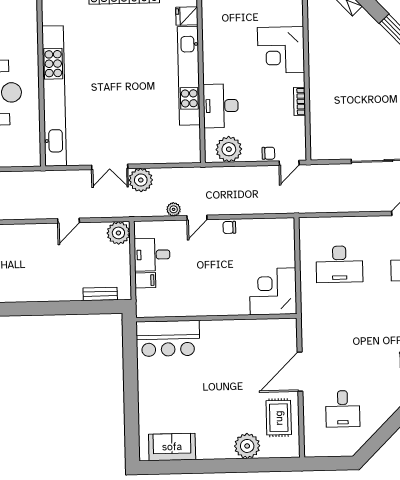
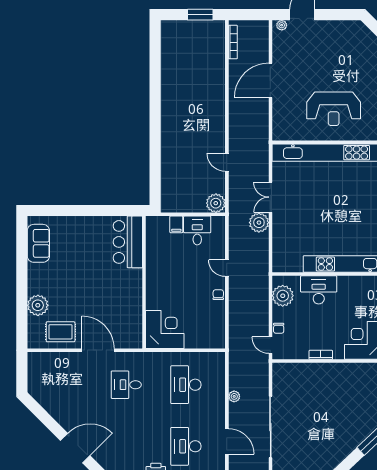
plant: (174, 209) -> (234, 396), moved
bench: (100, 294) -> (166, 187), removed
desk: (343, 409) -> (126, 385), moved

